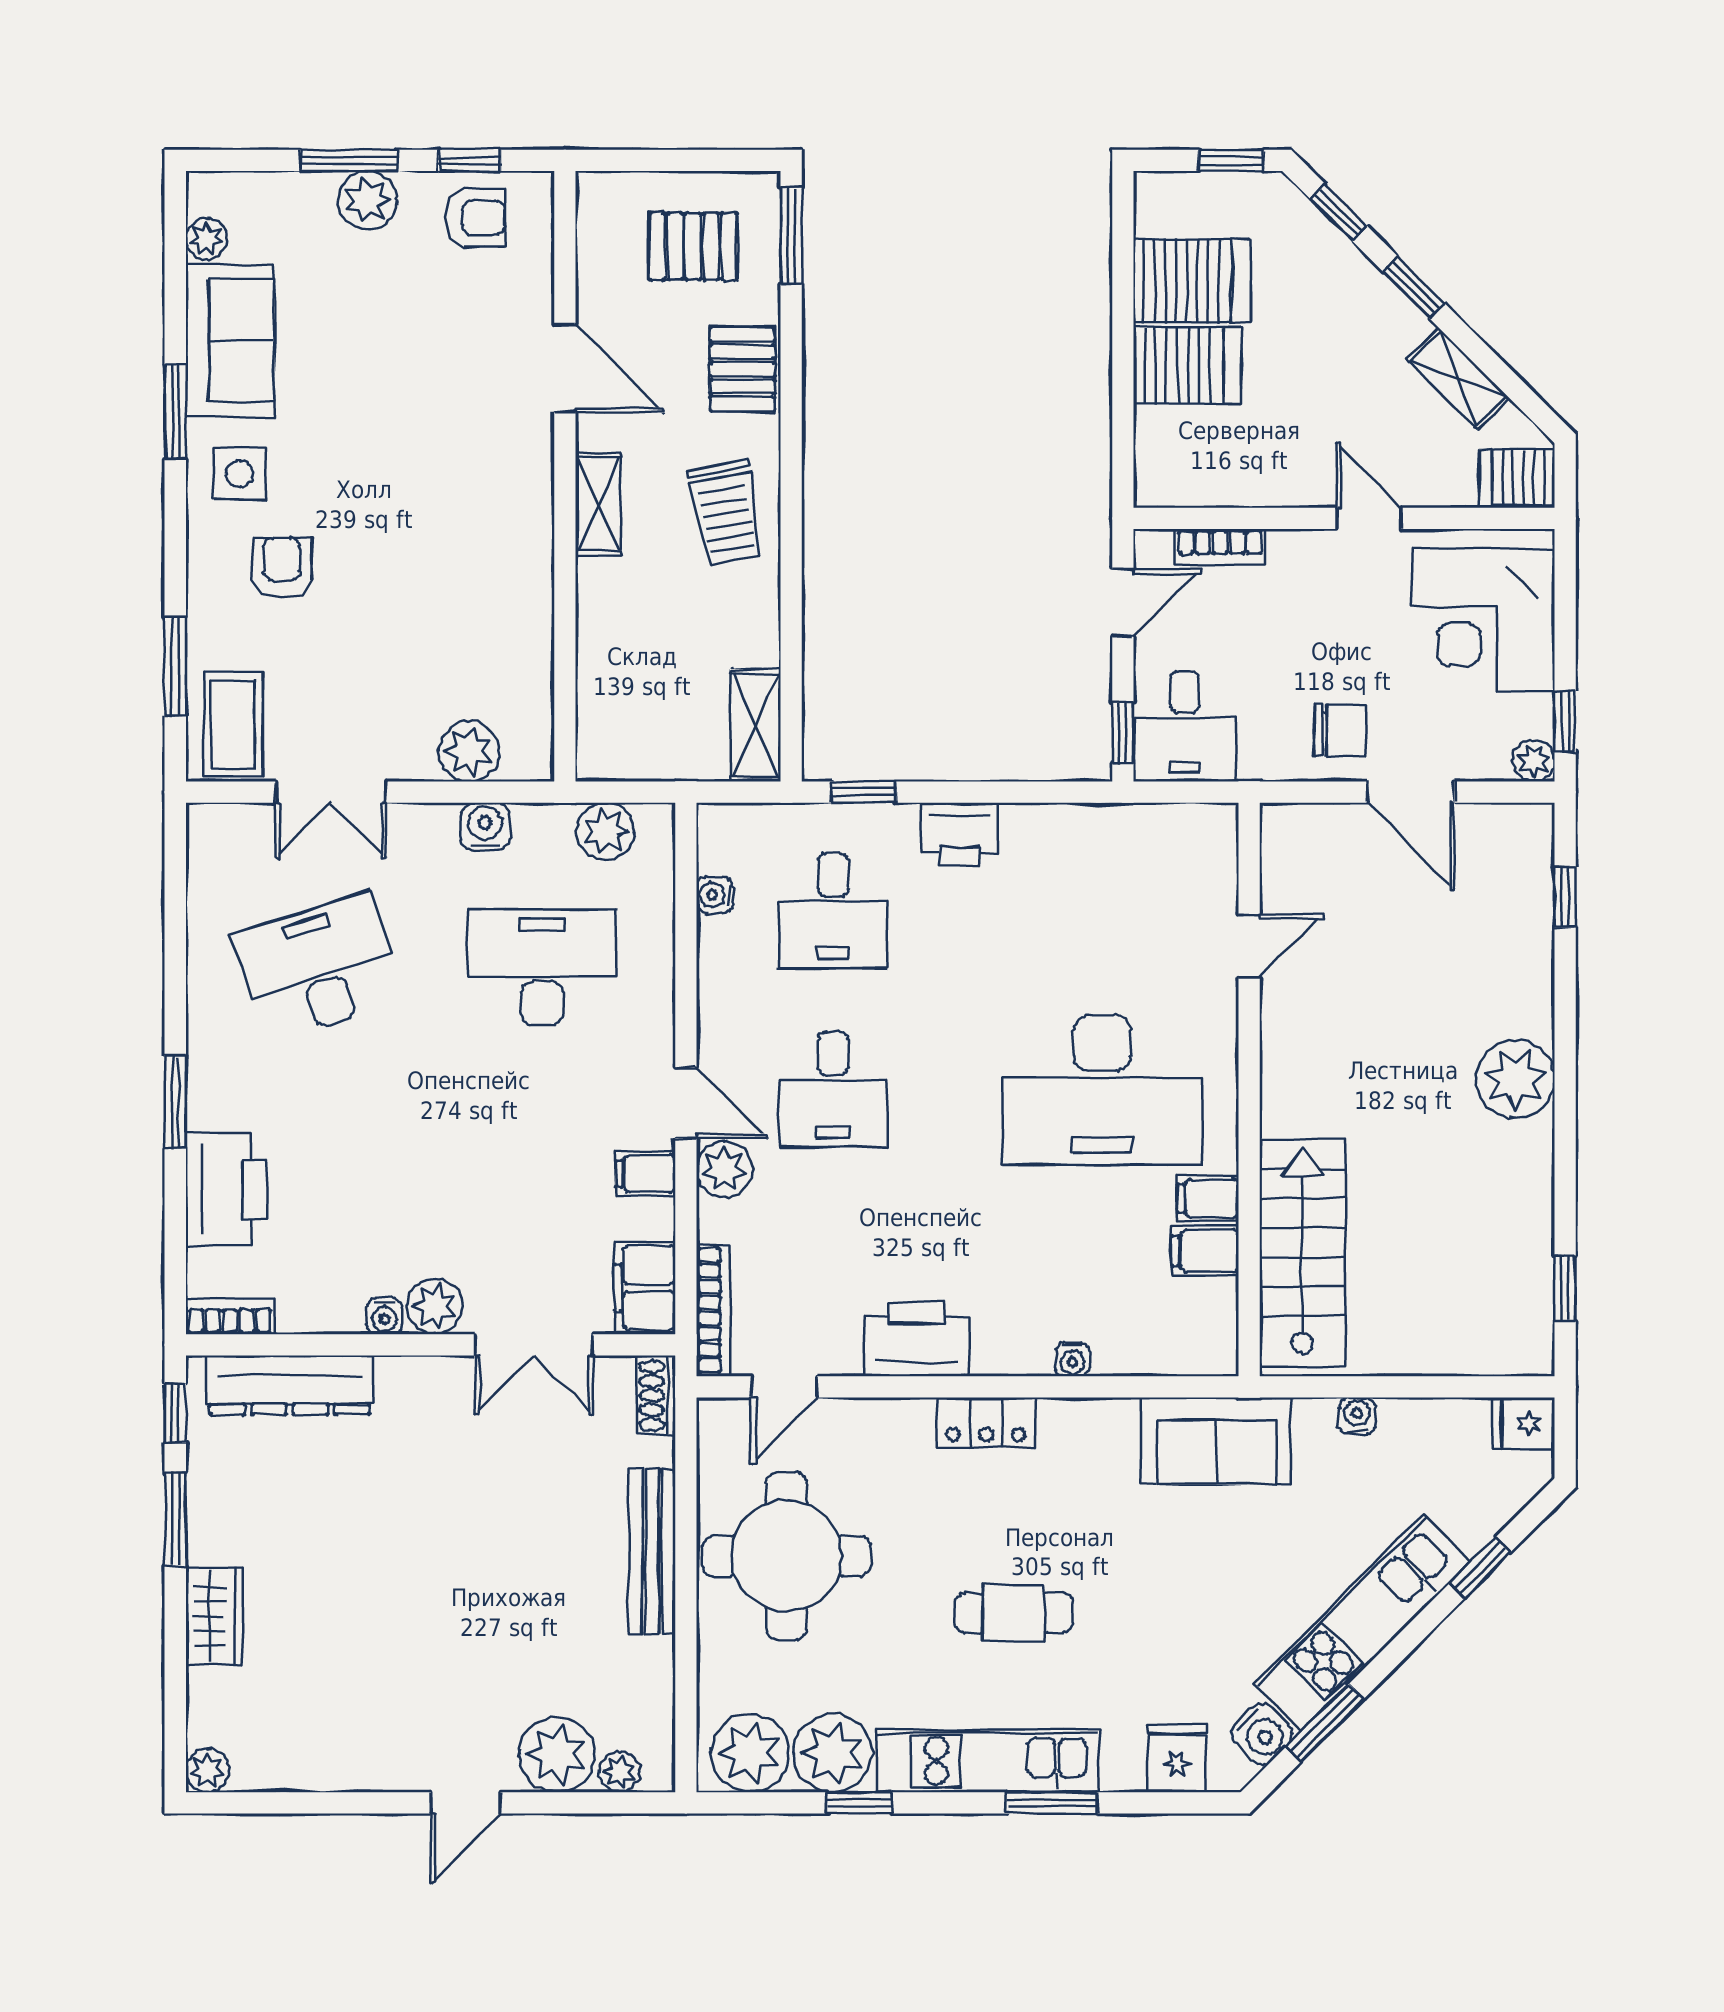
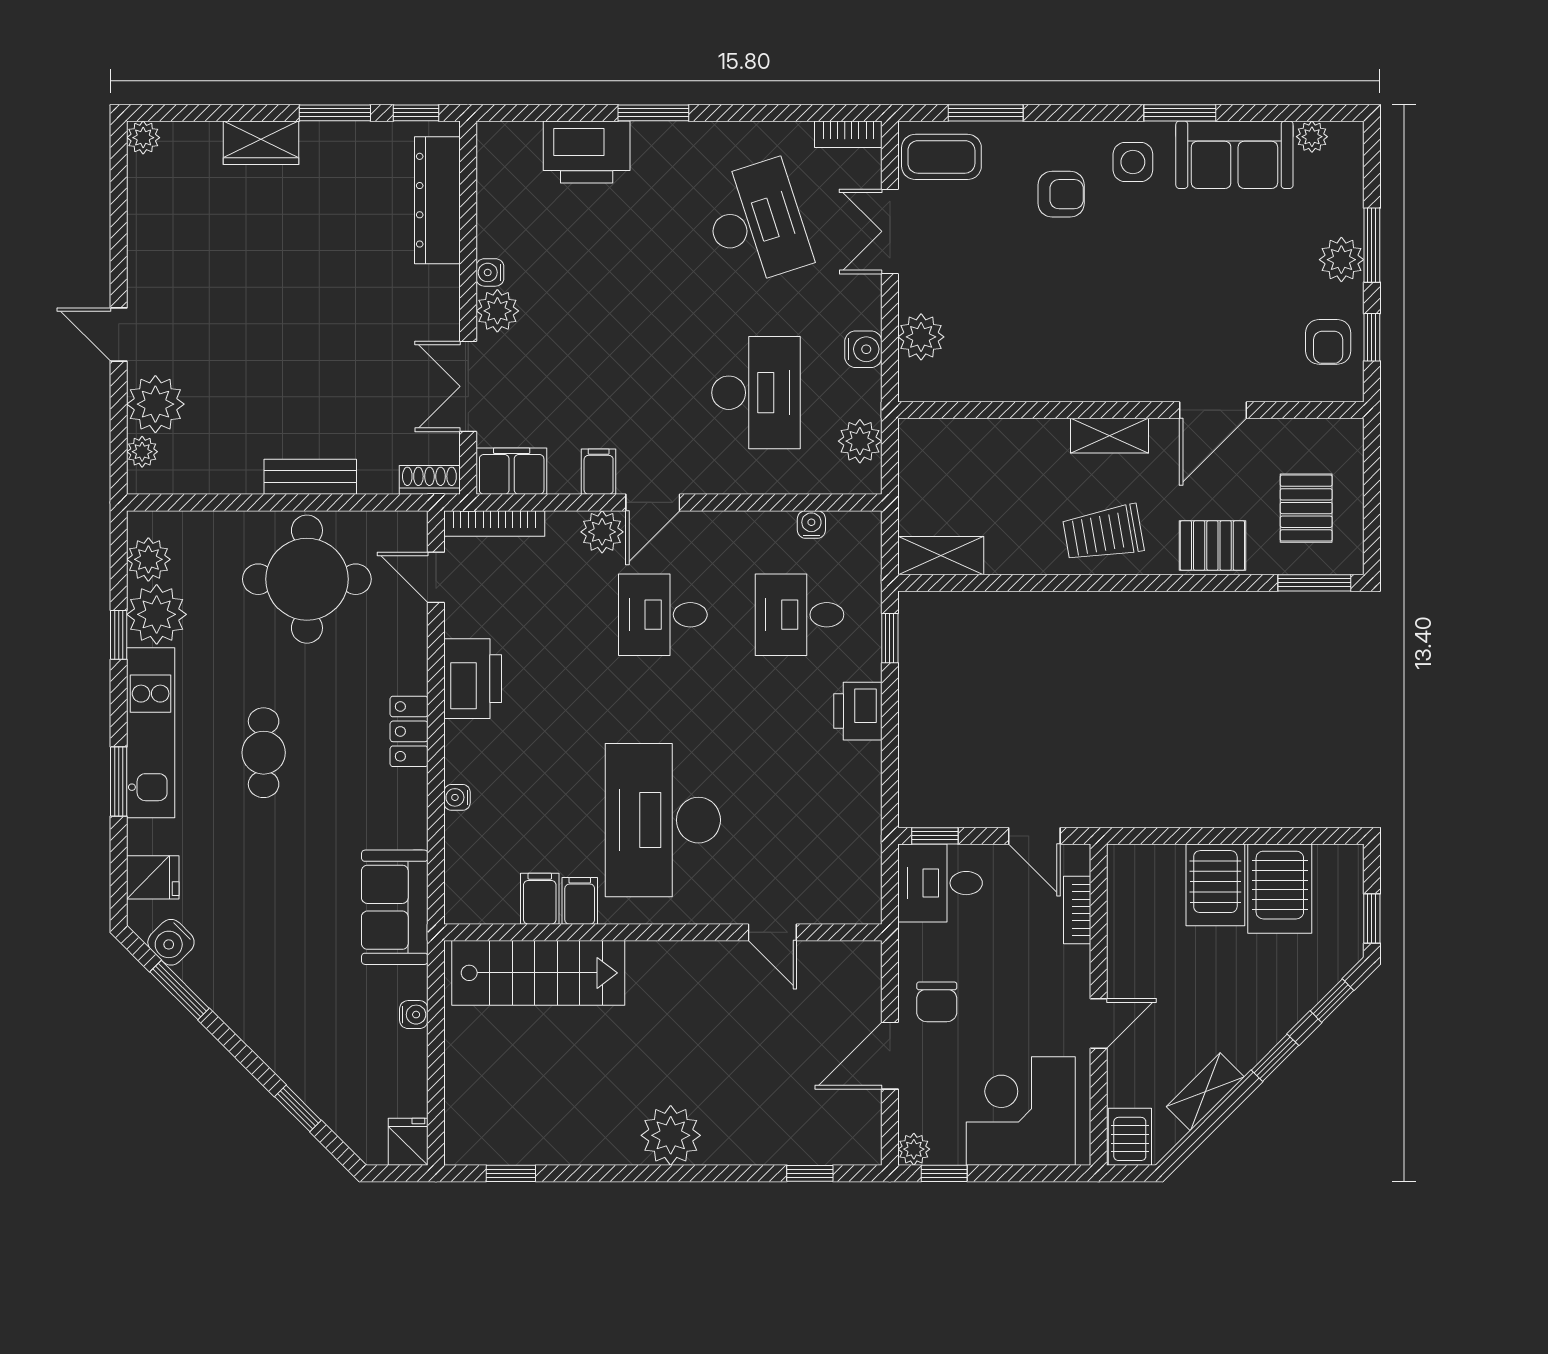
bookcase: (230, 1317) -> (848, 134), moved, turned 90
bench: (652, 1552) -> (310, 477), width x0.73
kitchen unit: (1363, 1623) -> (256, 1019), removed
plant: (750, 1753) -> (148, 559), width x0.73, depth x0.73

